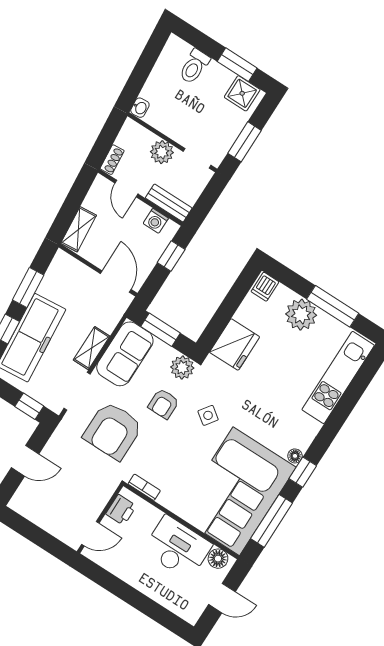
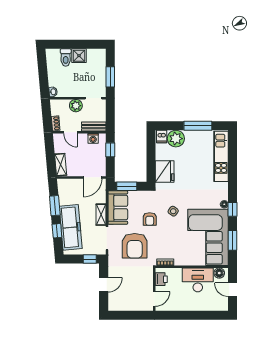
window: (237, 65) -> (85, 44), removed
shower: (242, 93) -> (79, 56), moved
door: (116, 282) -> (93, 177), swing flipped
plant: (301, 315) -> (176, 139), moved
plant: (182, 368) -> (148, 197), removed
window: (272, 521) -> (233, 240), width x0.69
door: (222, 598) -> (233, 290), swing flipped

